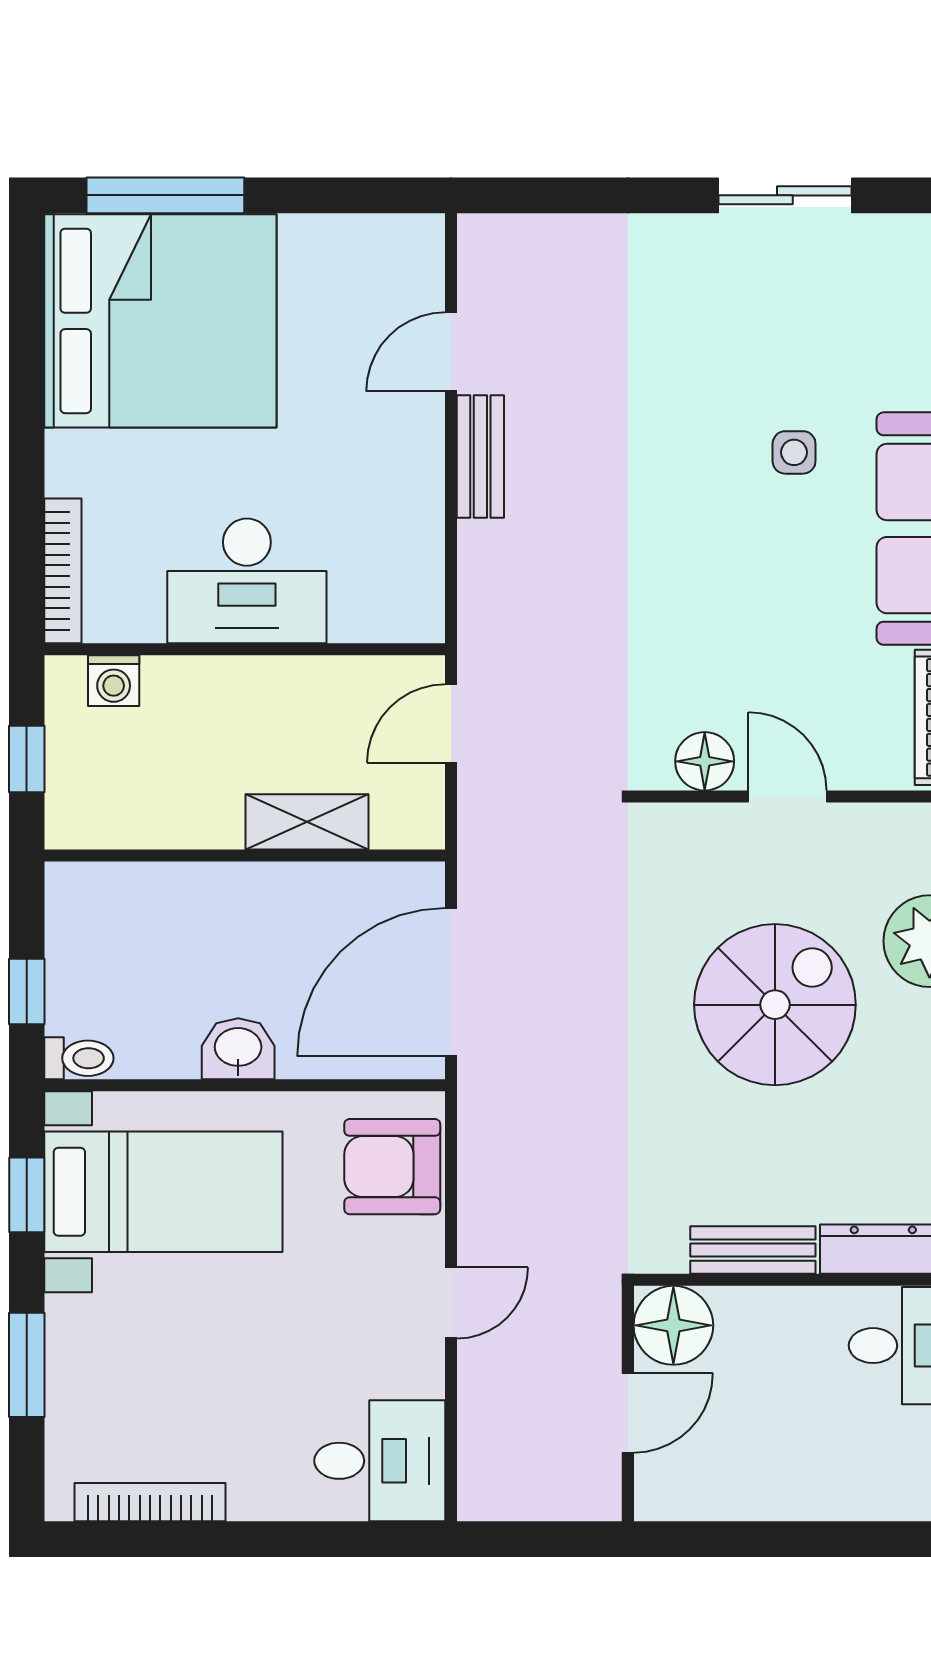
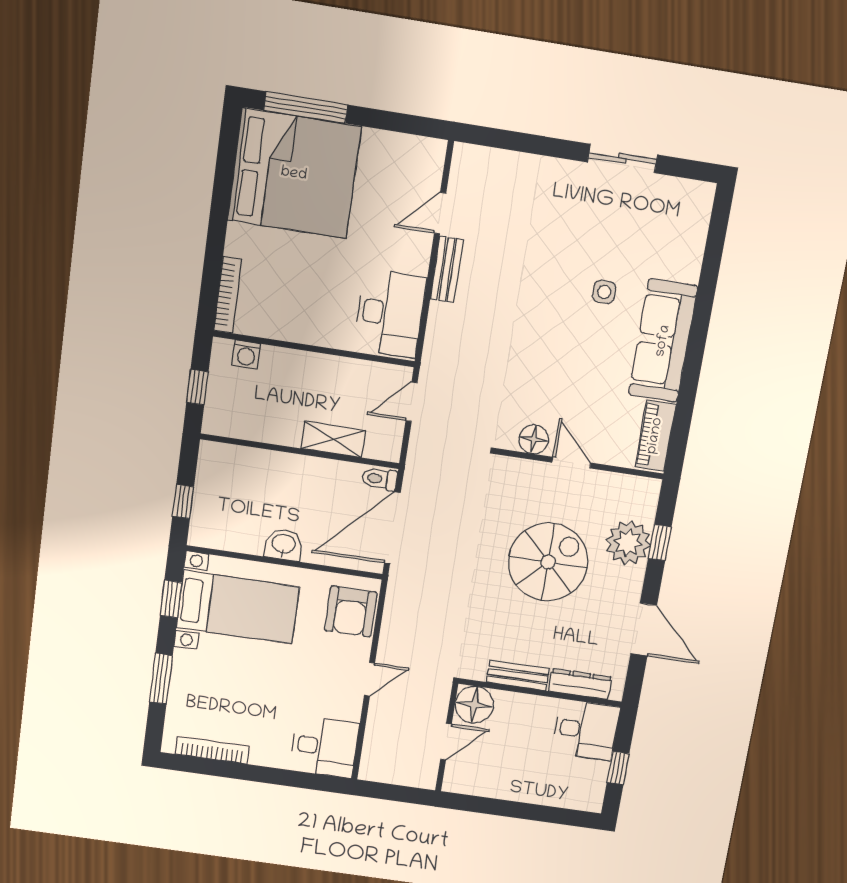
desk: (247, 581) -> (390, 314), moved, turned -90
toilet: (79, 1058) -> (380, 479), moved, turned 180
armchair: (392, 1167) -> (351, 611), turned -90

